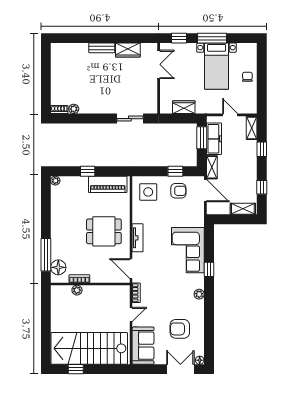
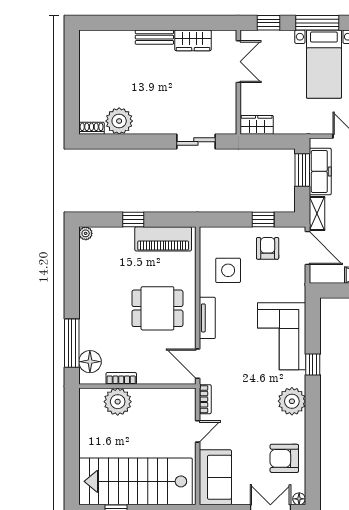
wardrobe: (184, 107) -> (257, 125), moved
plant: (74, 109) -> (119, 121), width x1.88, depth x1.88
armchair: (178, 191) -> (268, 248), turned -90
side table: (148, 192) -> (228, 270), moved
plant: (77, 290) -> (118, 402), width x1.87, depth x1.87
plant: (199, 294) -> (292, 401), width x1.87, depth x1.87
armchair: (180, 329) -> (284, 458), moved

